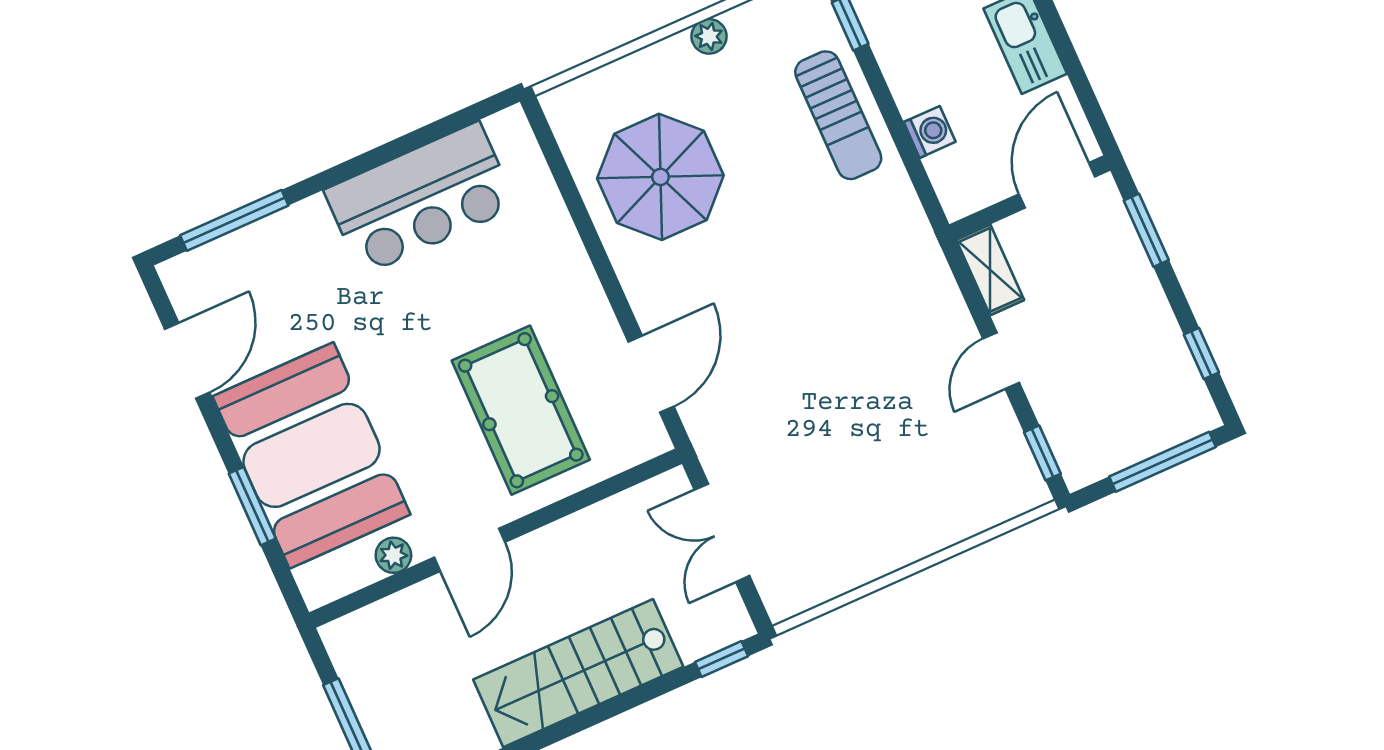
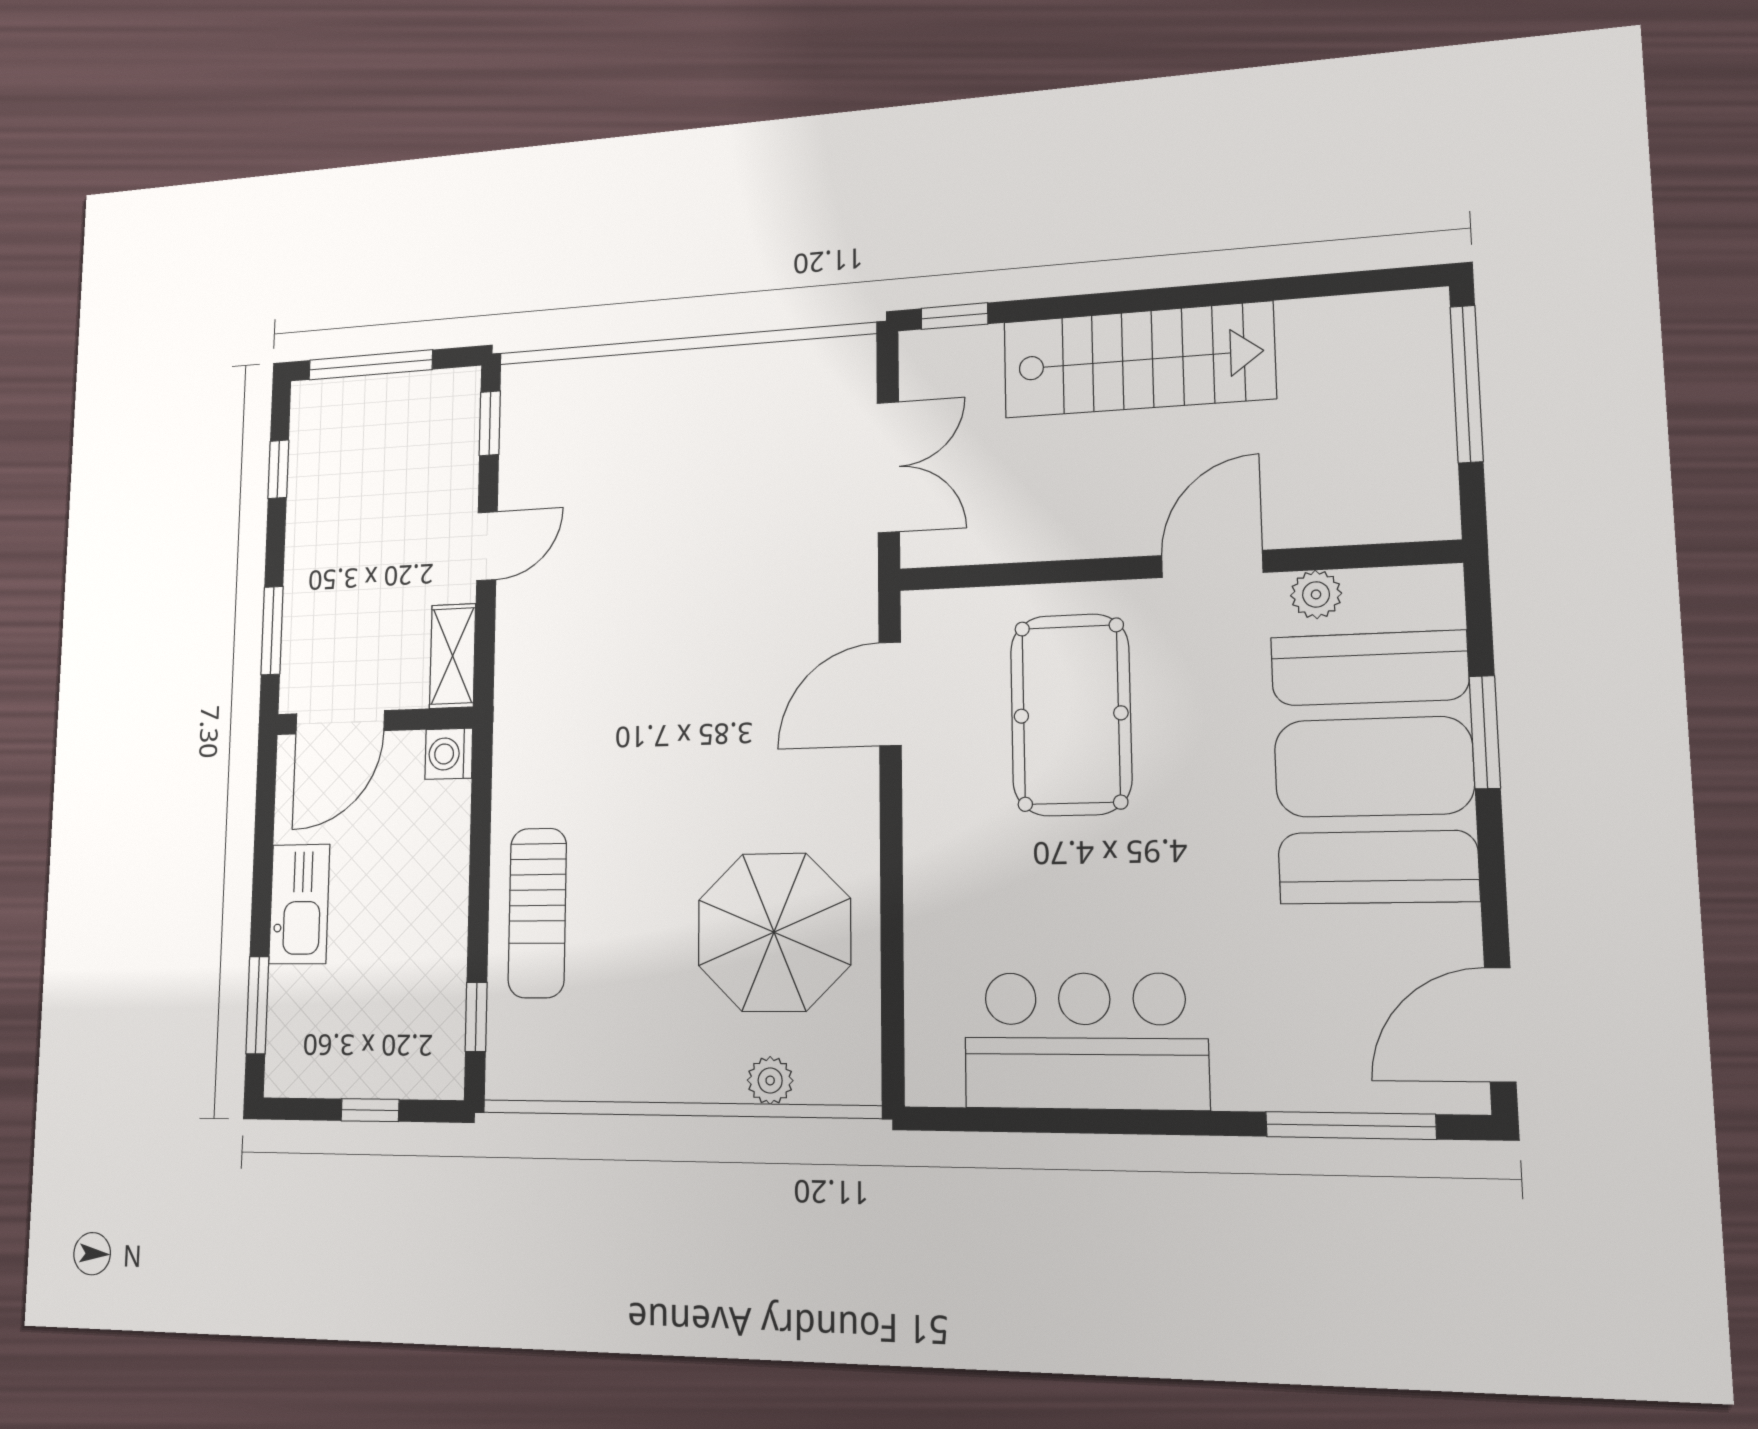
plant: (709, 36) -> (770, 1080), moved
sun lounger: (838, 115) -> (537, 913), turned 180
washing machine: (930, 132) -> (449, 754), moved
door: (187, 361) -> (1500, 1025), moved

